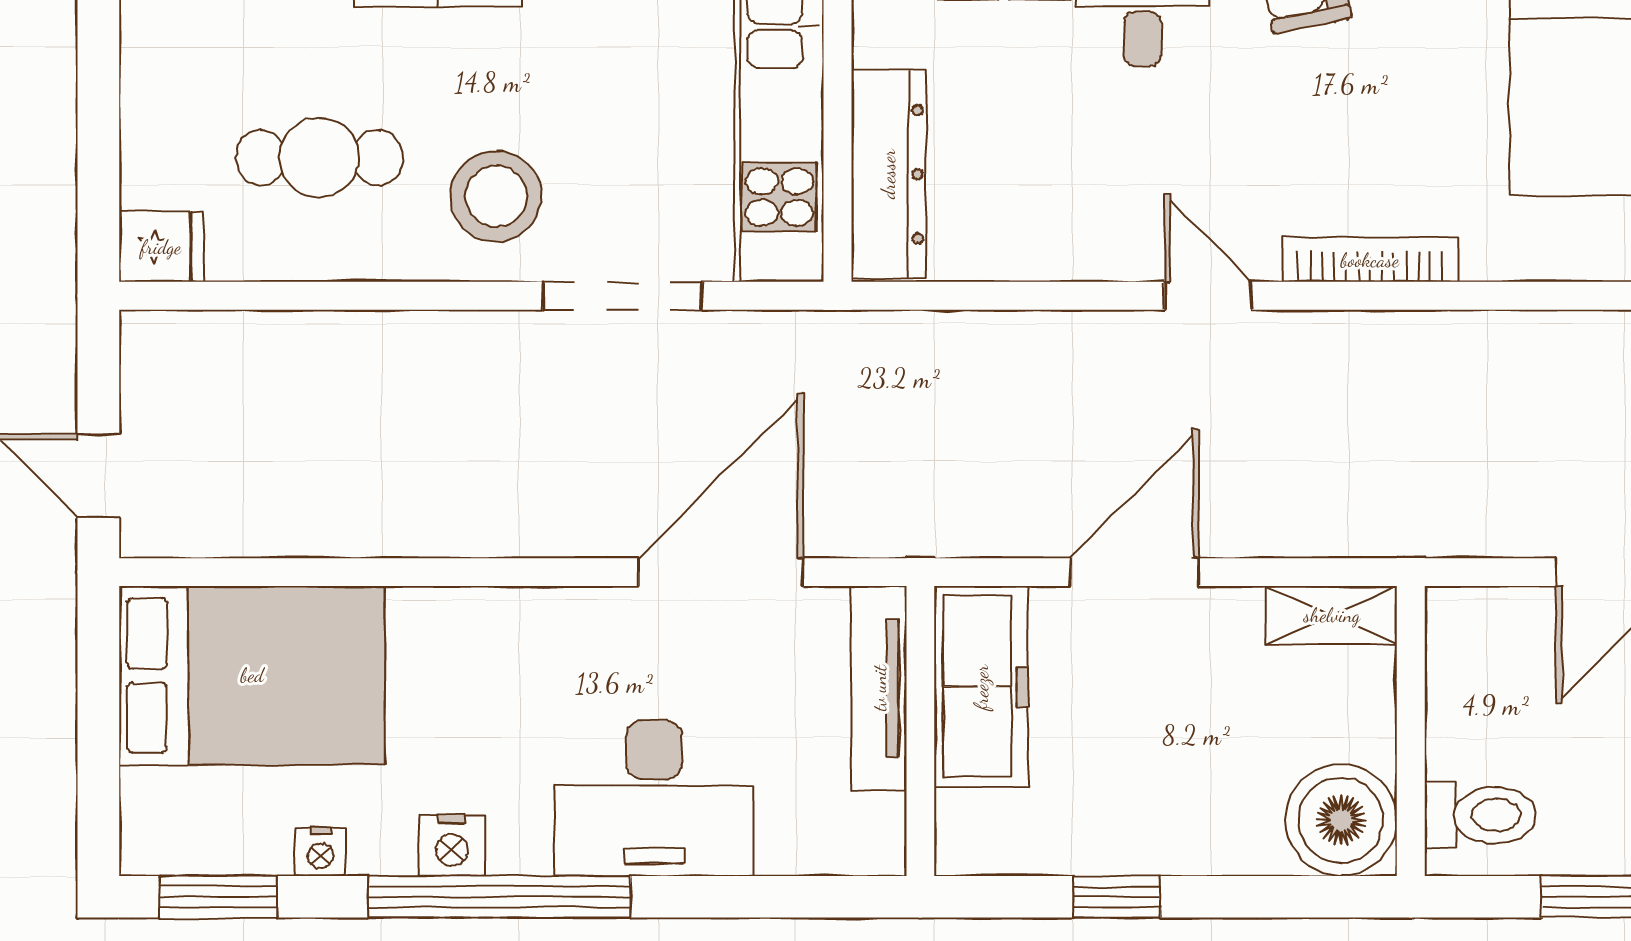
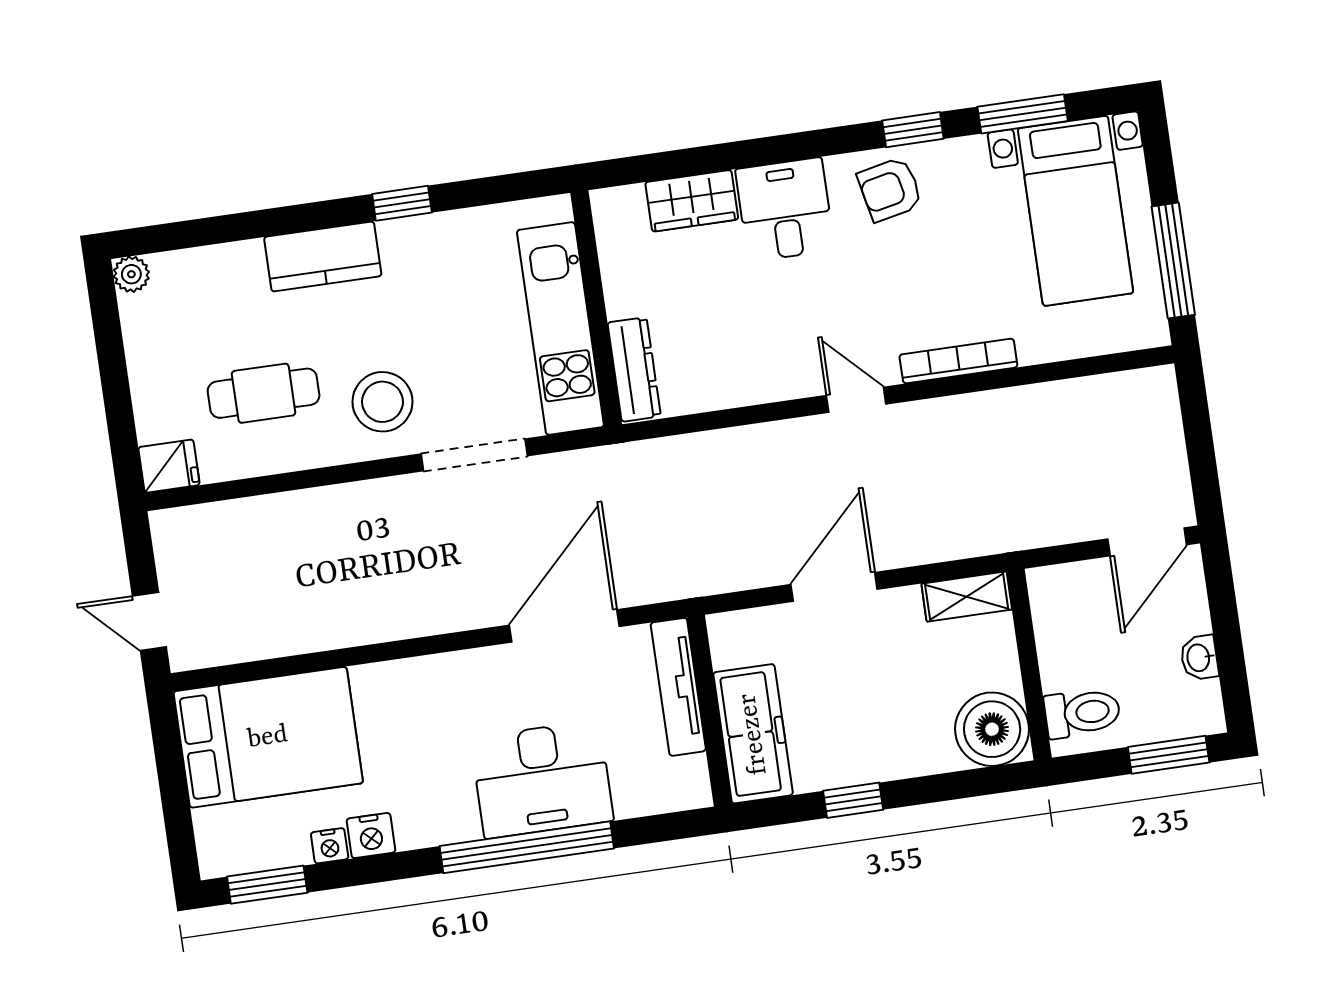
dresser: (888, 174) -> (634, 369), width x0.73, depth x0.80
freezer: (981, 687) -> (753, 734), moved
nightstand: (452, 845) -> (371, 836), moved
window: (500, 897) -> (527, 847), moved

